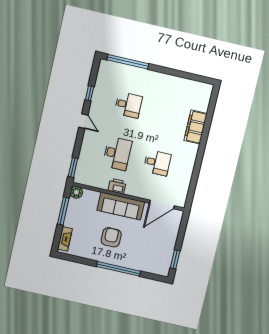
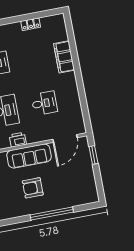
locker: (178, 82) -> (31, 24), added
armchair: (111, 237) -> (33, 188), turned -90
window: (175, 259) -> (94, 155), moved

